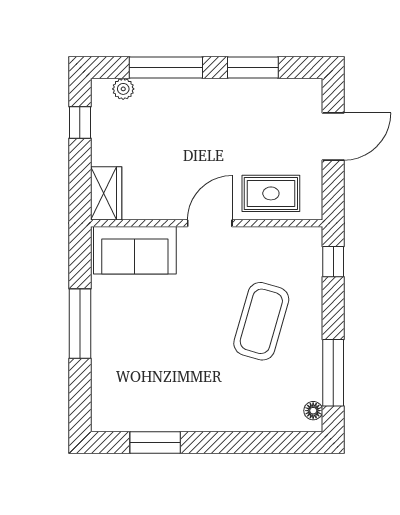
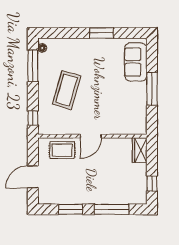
plant: (123, 89) -> (132, 199), removed
sofa: (135, 250) -> (136, 62), moved, turned -90
window: (155, 442) -> (102, 33), moved

